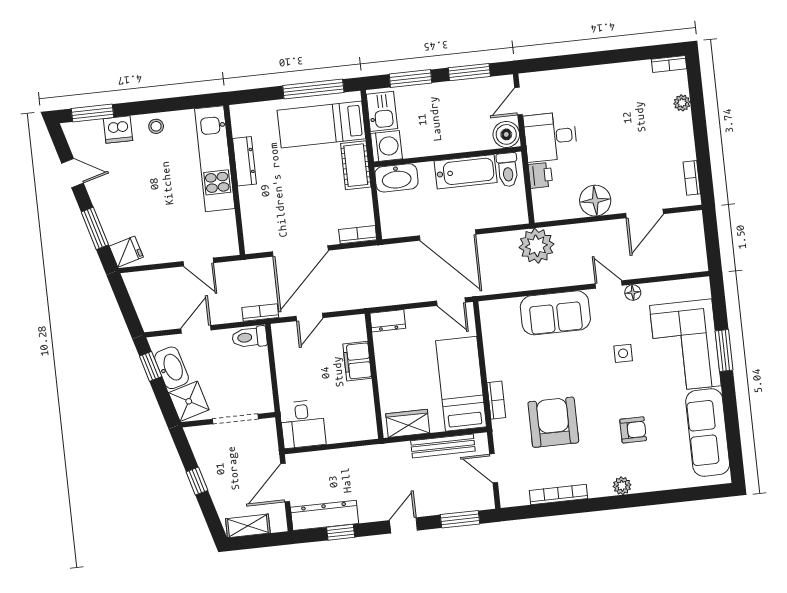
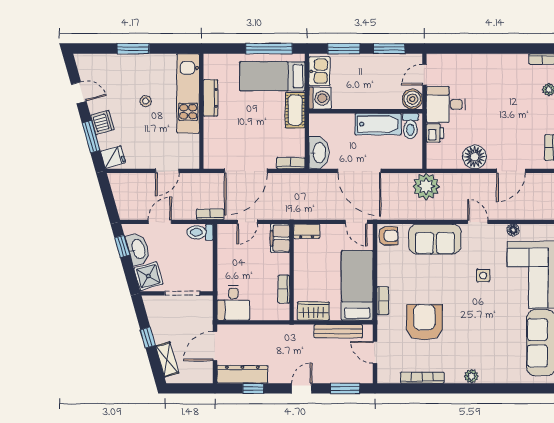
window: (92, 113) -> (133, 49), moved
stool: (156, 126) -> (146, 101), moved
dishwasher: (118, 130) -> (102, 123), moved, turned -106
washbasin: (396, 178) -> (319, 153), moved, turned -90
door: (198, 262) -> (167, 171), hinge flipped
floor lamp: (633, 292) -> (513, 230), moved
filing cabinet: (357, 361) -> (280, 238), moved
bookcase: (367, 399) -> (284, 289), added
armchair: (633, 430) -> (388, 236), moved
shelving: (248, 526) -> (167, 359), moved, turned 74

